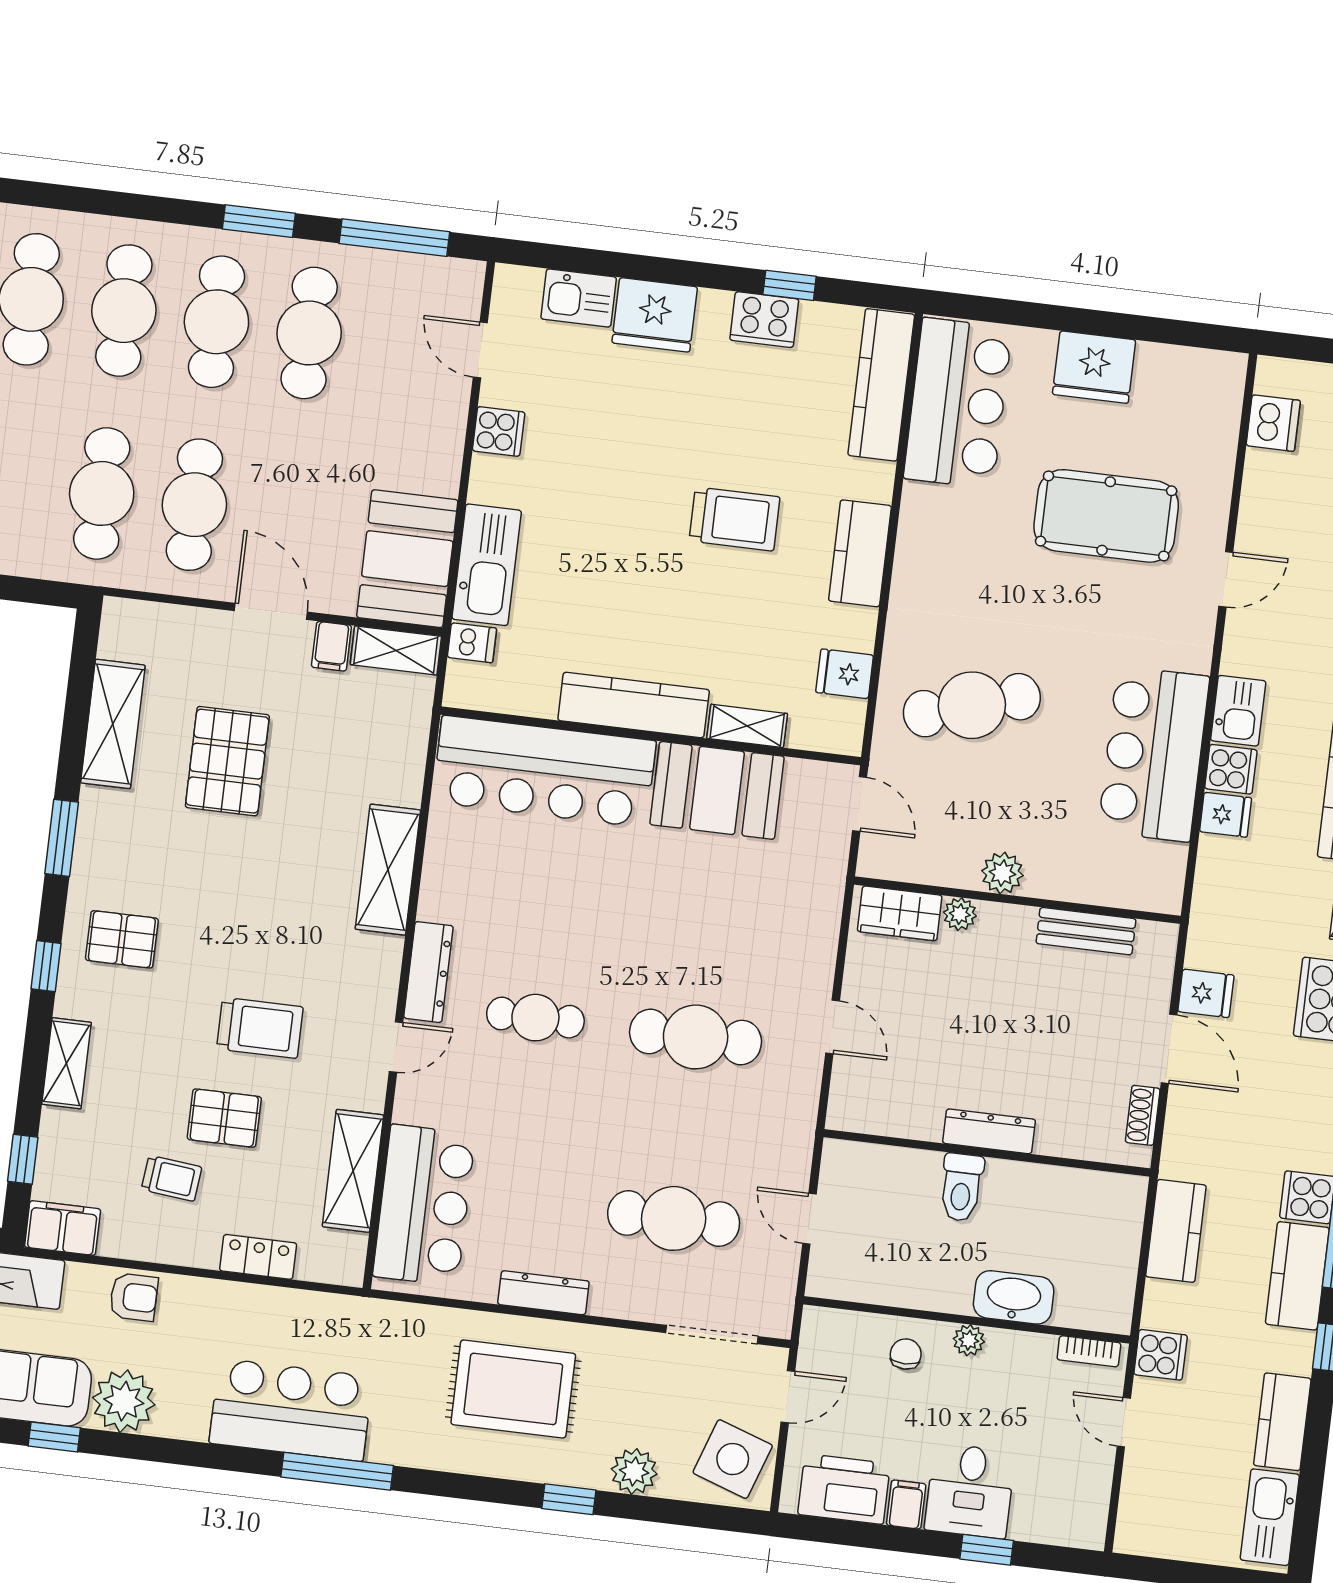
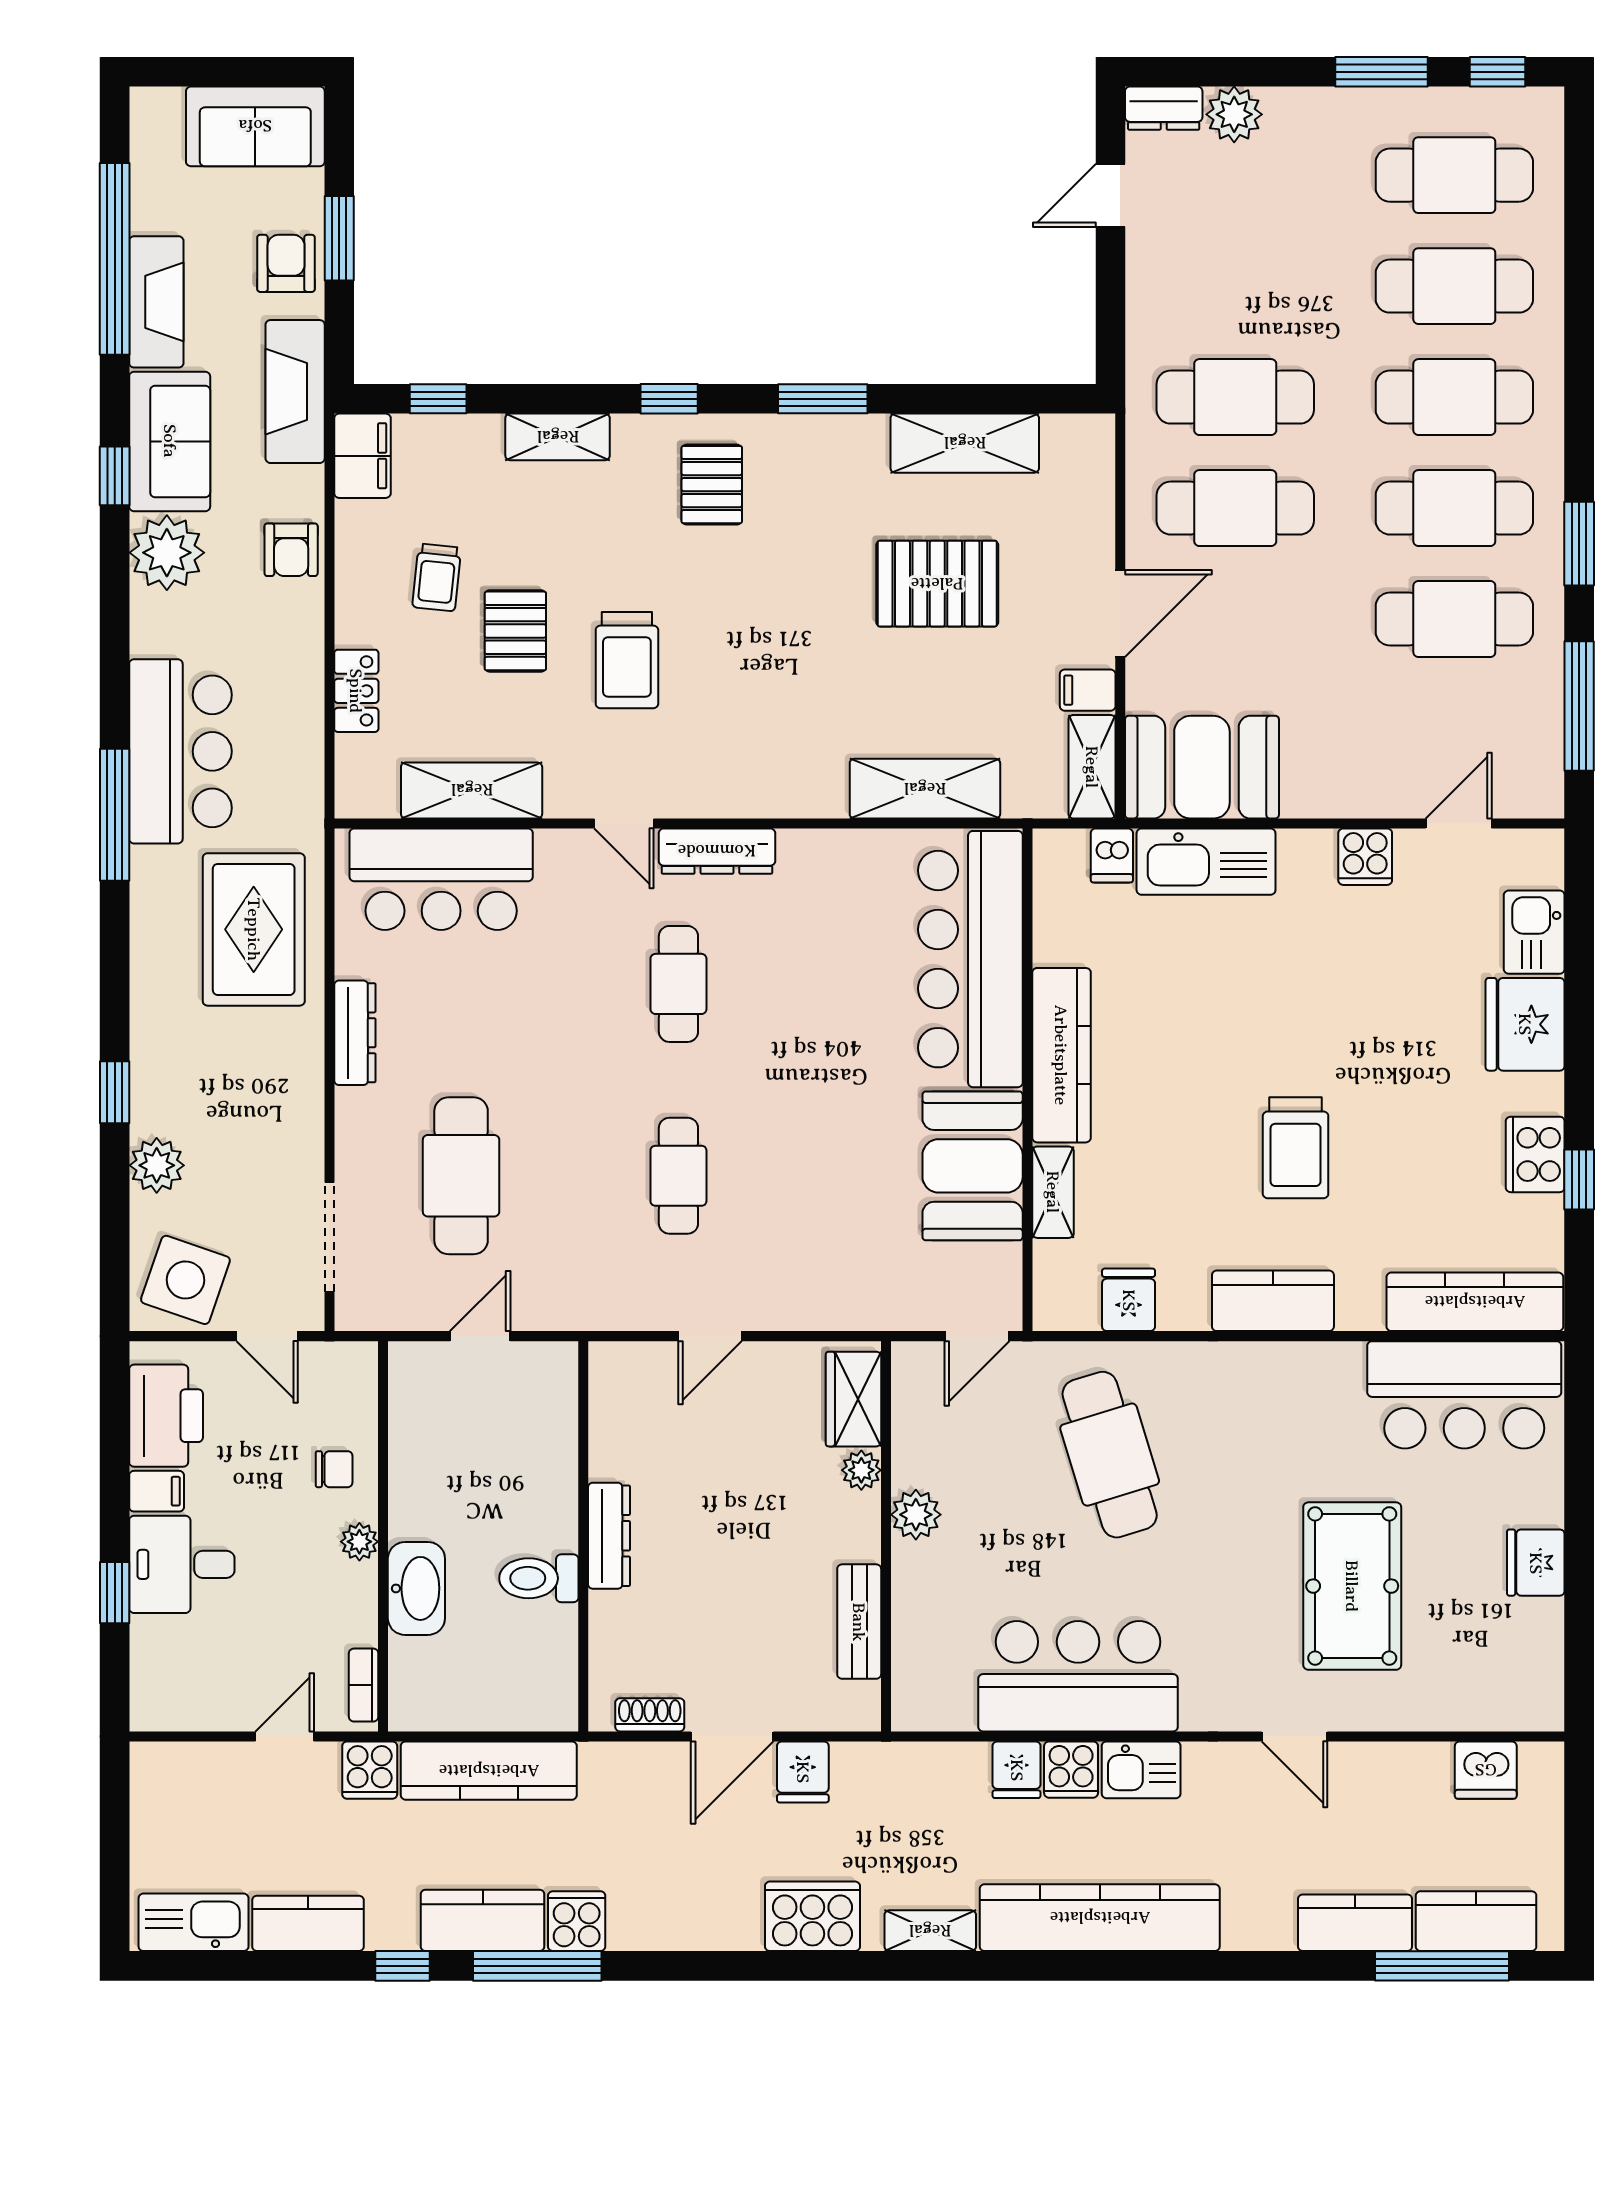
fridge: (1094, 367) -> (1536, 1563), width x0.73, depth x0.75
shelving: (388, 870) -> (925, 789), moved
cafe table: (696, 1037) -> (678, 1176), width x0.73, depth x0.74
toilet: (961, 1187) -> (539, 1578), moved
kitchen counter: (1176, 1231) -> (489, 1771), width x1.50
rug: (513, 1389) -> (254, 929), moved

